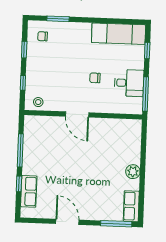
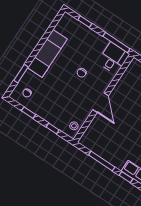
exam couch: (119, 34) -> (47, 53), moved
desk: (129, 83) -> (113, 58), moved
door: (77, 114) -> (101, 103), hinge flipped

